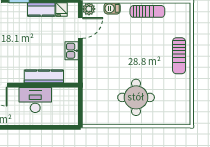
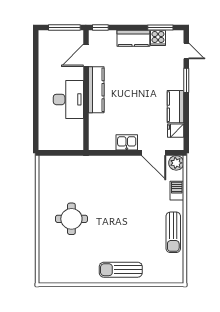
kitchen counter: (44, 76) -> (96, 90), moved
round table: (136, 97) -> (71, 219), width x0.73, depth x0.73

